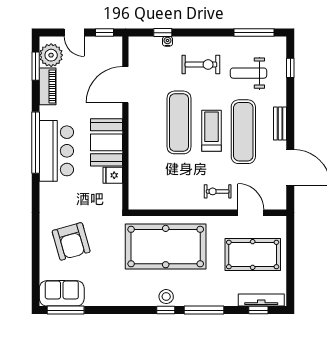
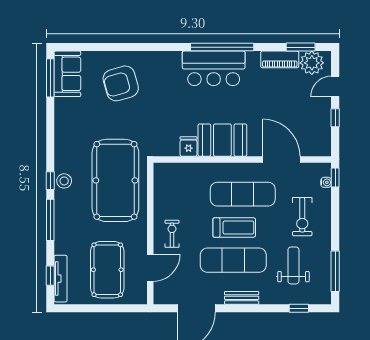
door: (125, 85) -> (281, 160), moved
wall: (125, 123) -> (242, 160), moved
booth: (106, 142) -> (222, 140), moved
fridge: (113, 175) -> (189, 147), moved

